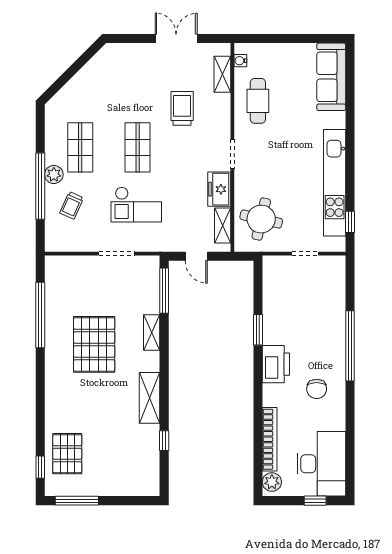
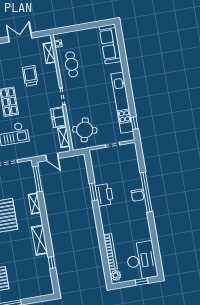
printer: (276, 364) -> (104, 195), moved
chair: (317, 389) -> (137, 195), moved

